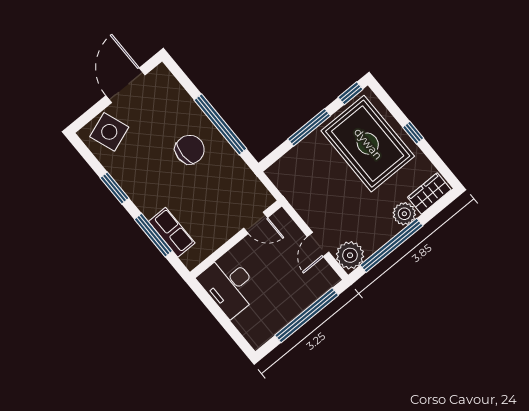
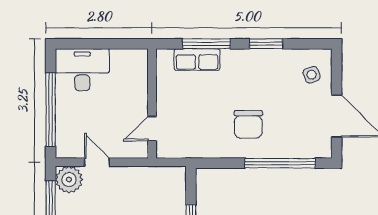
window: (220, 124) -> (280, 163), moved
side table: (109, 132) -> (312, 75), width x0.54, depth x0.54
desk: (229, 285) -> (82, 70), moved

